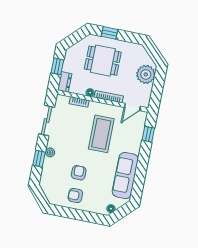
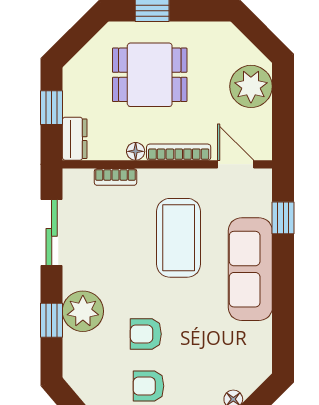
door: (132, 107) -> (236, 164), swing flipped
plant: (50, 152) -> (83, 311), width x1.88, depth x1.88
armchair: (79, 173) -> (146, 334), turned -90
sofa: (125, 176) -> (250, 269), moved

